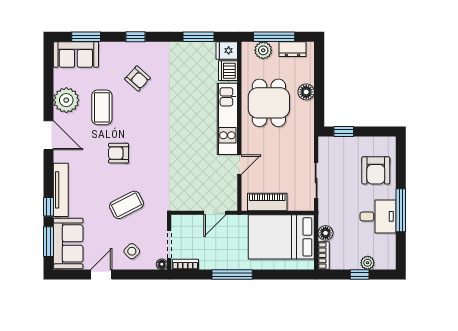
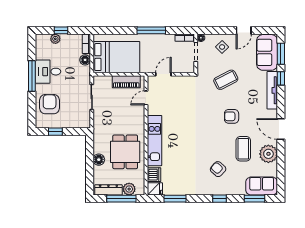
dresser: (292, 49) -> (108, 190), width x1.44
window: (344, 131) -> (55, 132), moved
armchair: (118, 153) -> (232, 116), turned 180
door: (239, 165) -> (146, 98), moved

